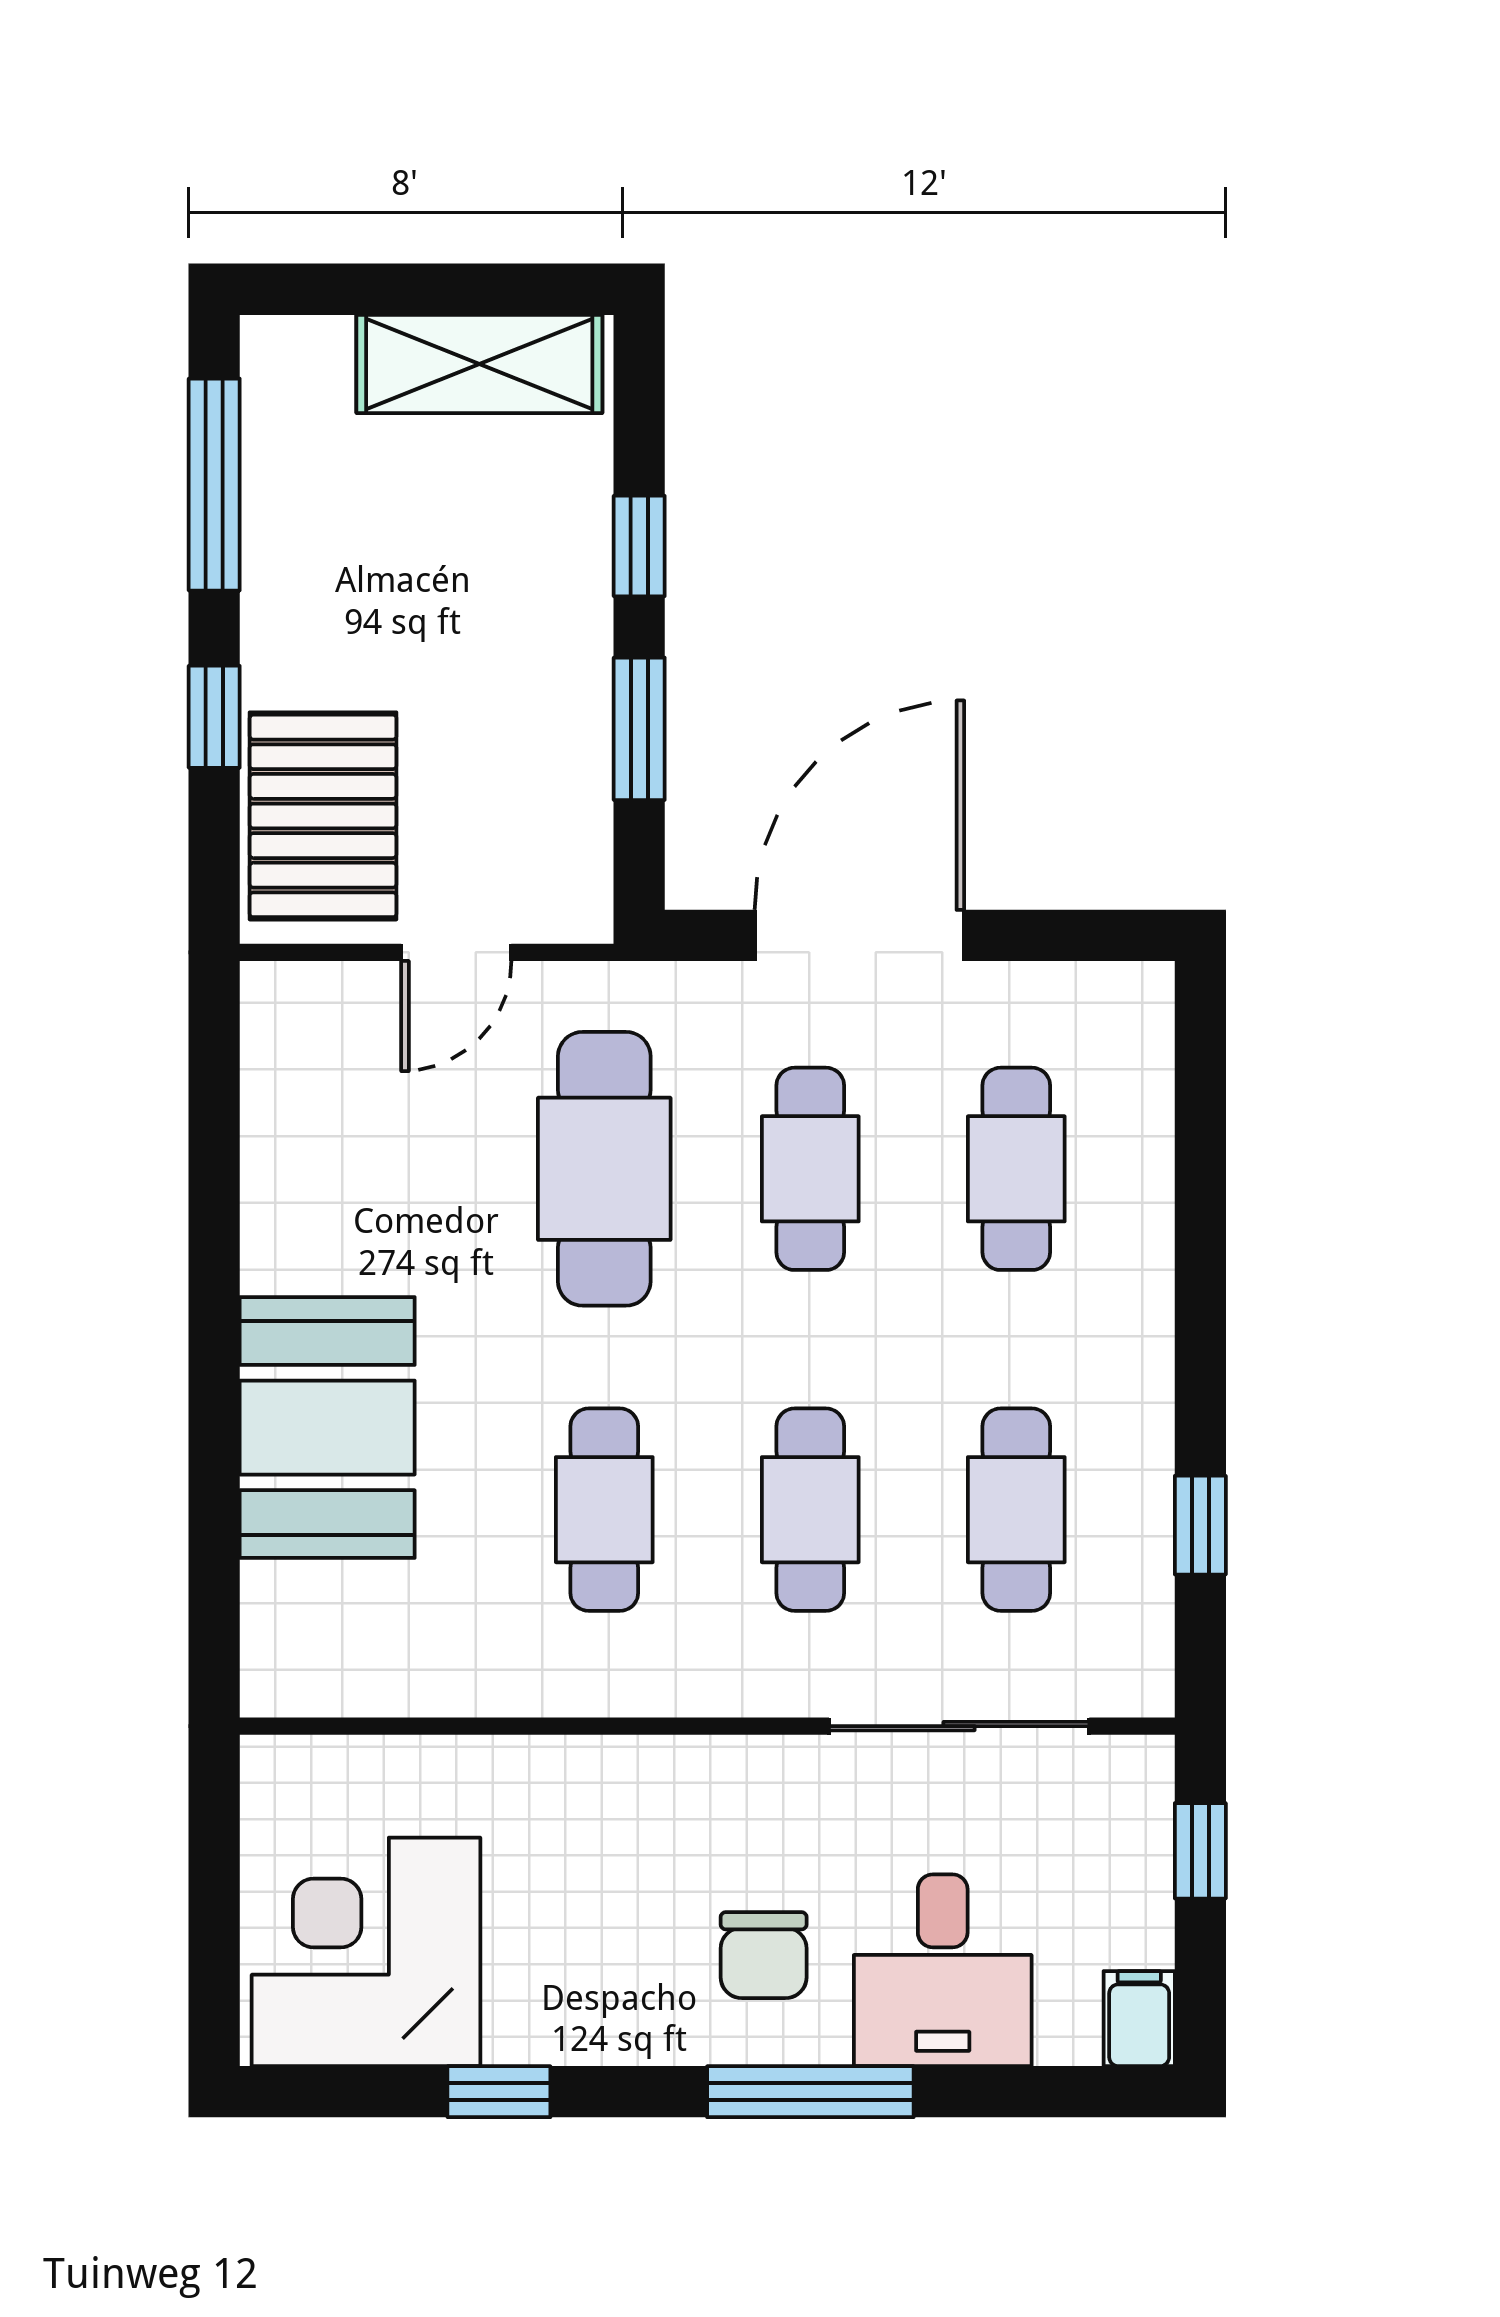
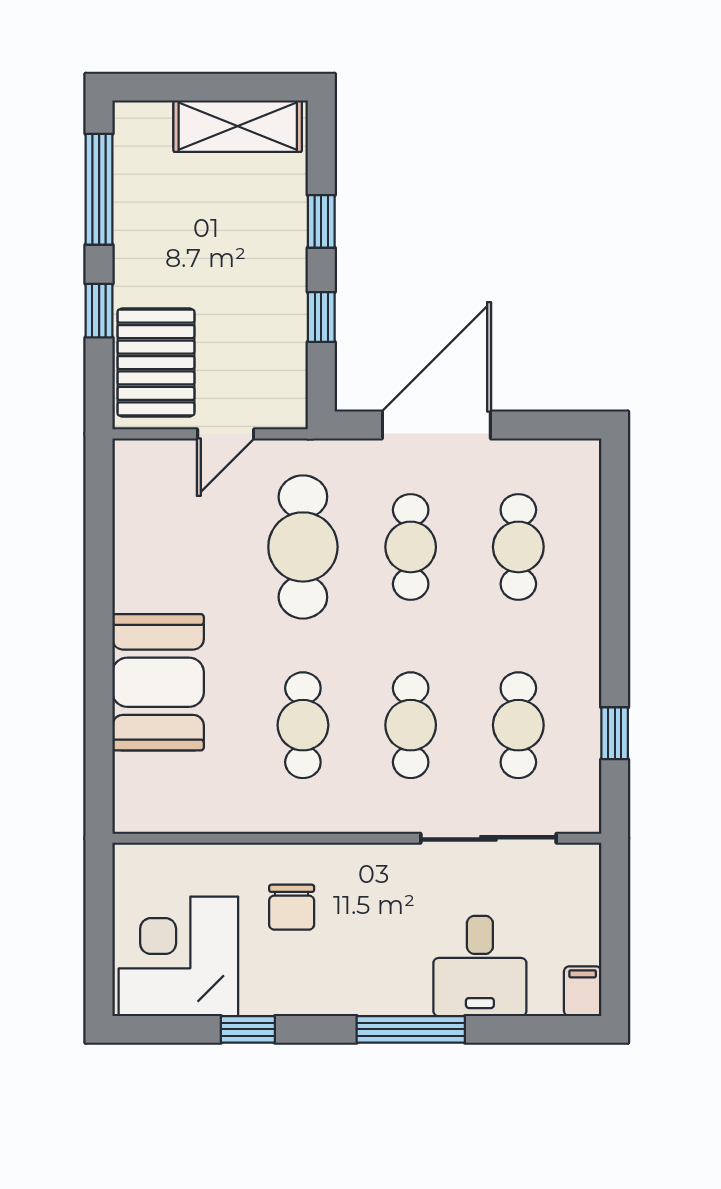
window: (639, 729) -> (321, 317), width x0.67
window: (1200, 1851) -> (615, 904), removed
chair: (764, 1955) -> (292, 907), moved

